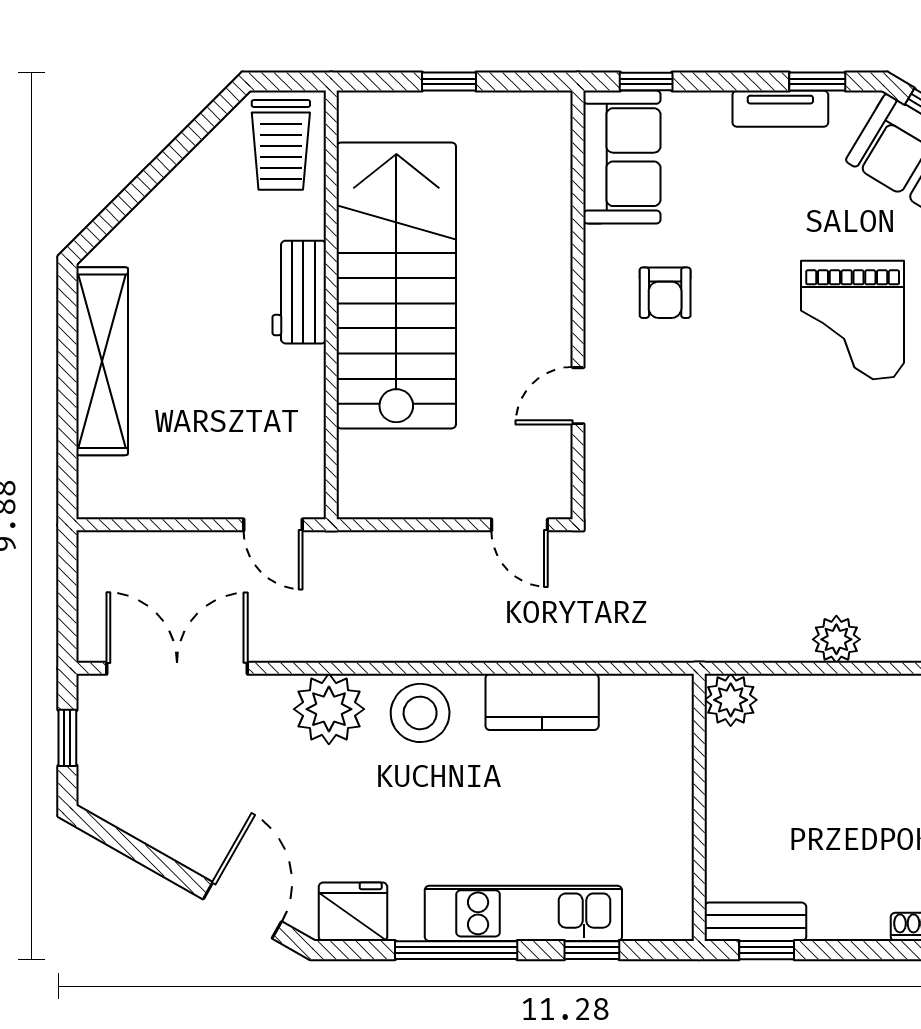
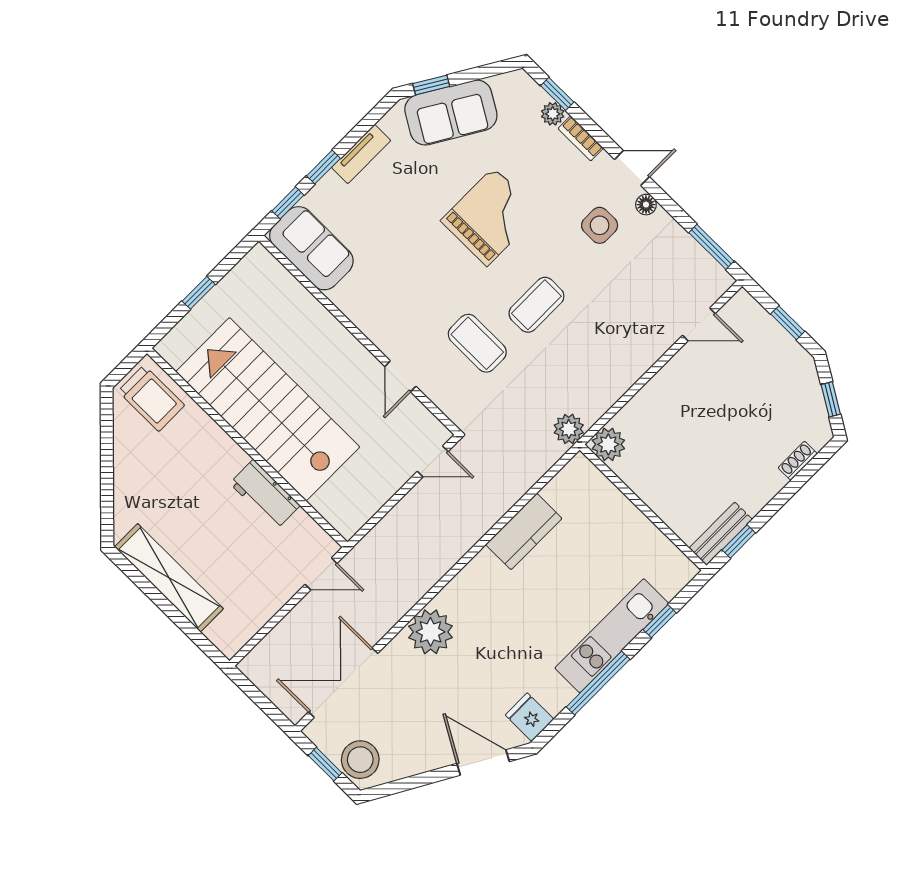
window: (817, 82) -> (323, 167), moved
workbench: (299, 292) -> (265, 494), moved
armchair: (665, 293) -> (393, 290), removed
grand piano: (853, 320) -> (490, 217), turned -90
coffee table: (699, 444) -> (477, 343), added
coffee table: (806, 468) -> (536, 305), added
plant: (836, 639) -> (569, 429), moved
stool: (420, 713) -> (360, 760), moved
fridge: (353, 912) -> (530, 717), width x0.72

